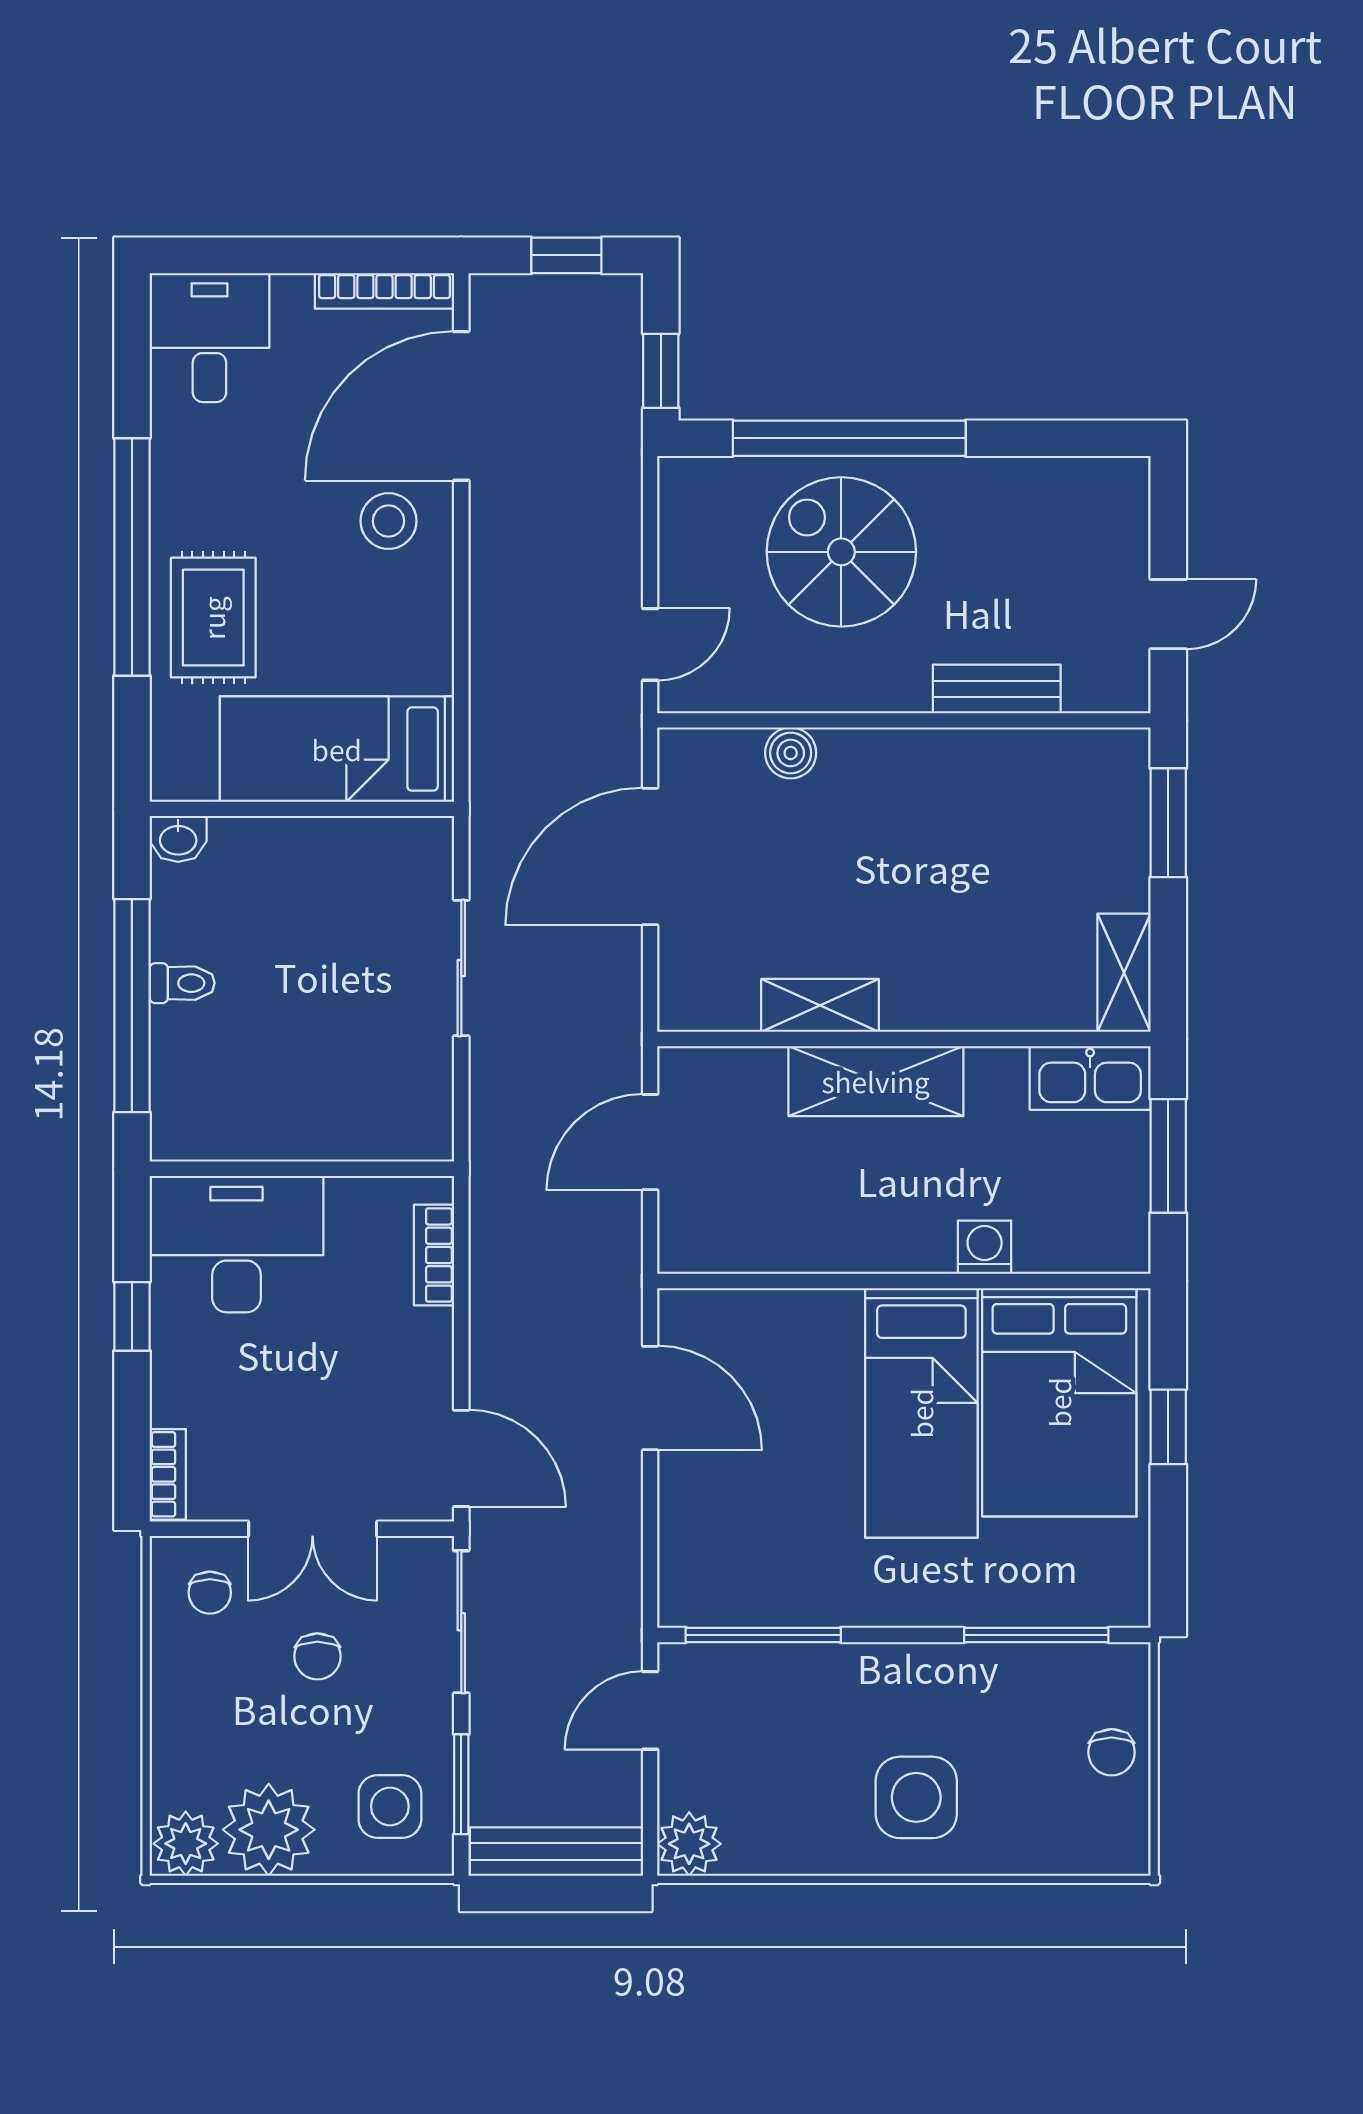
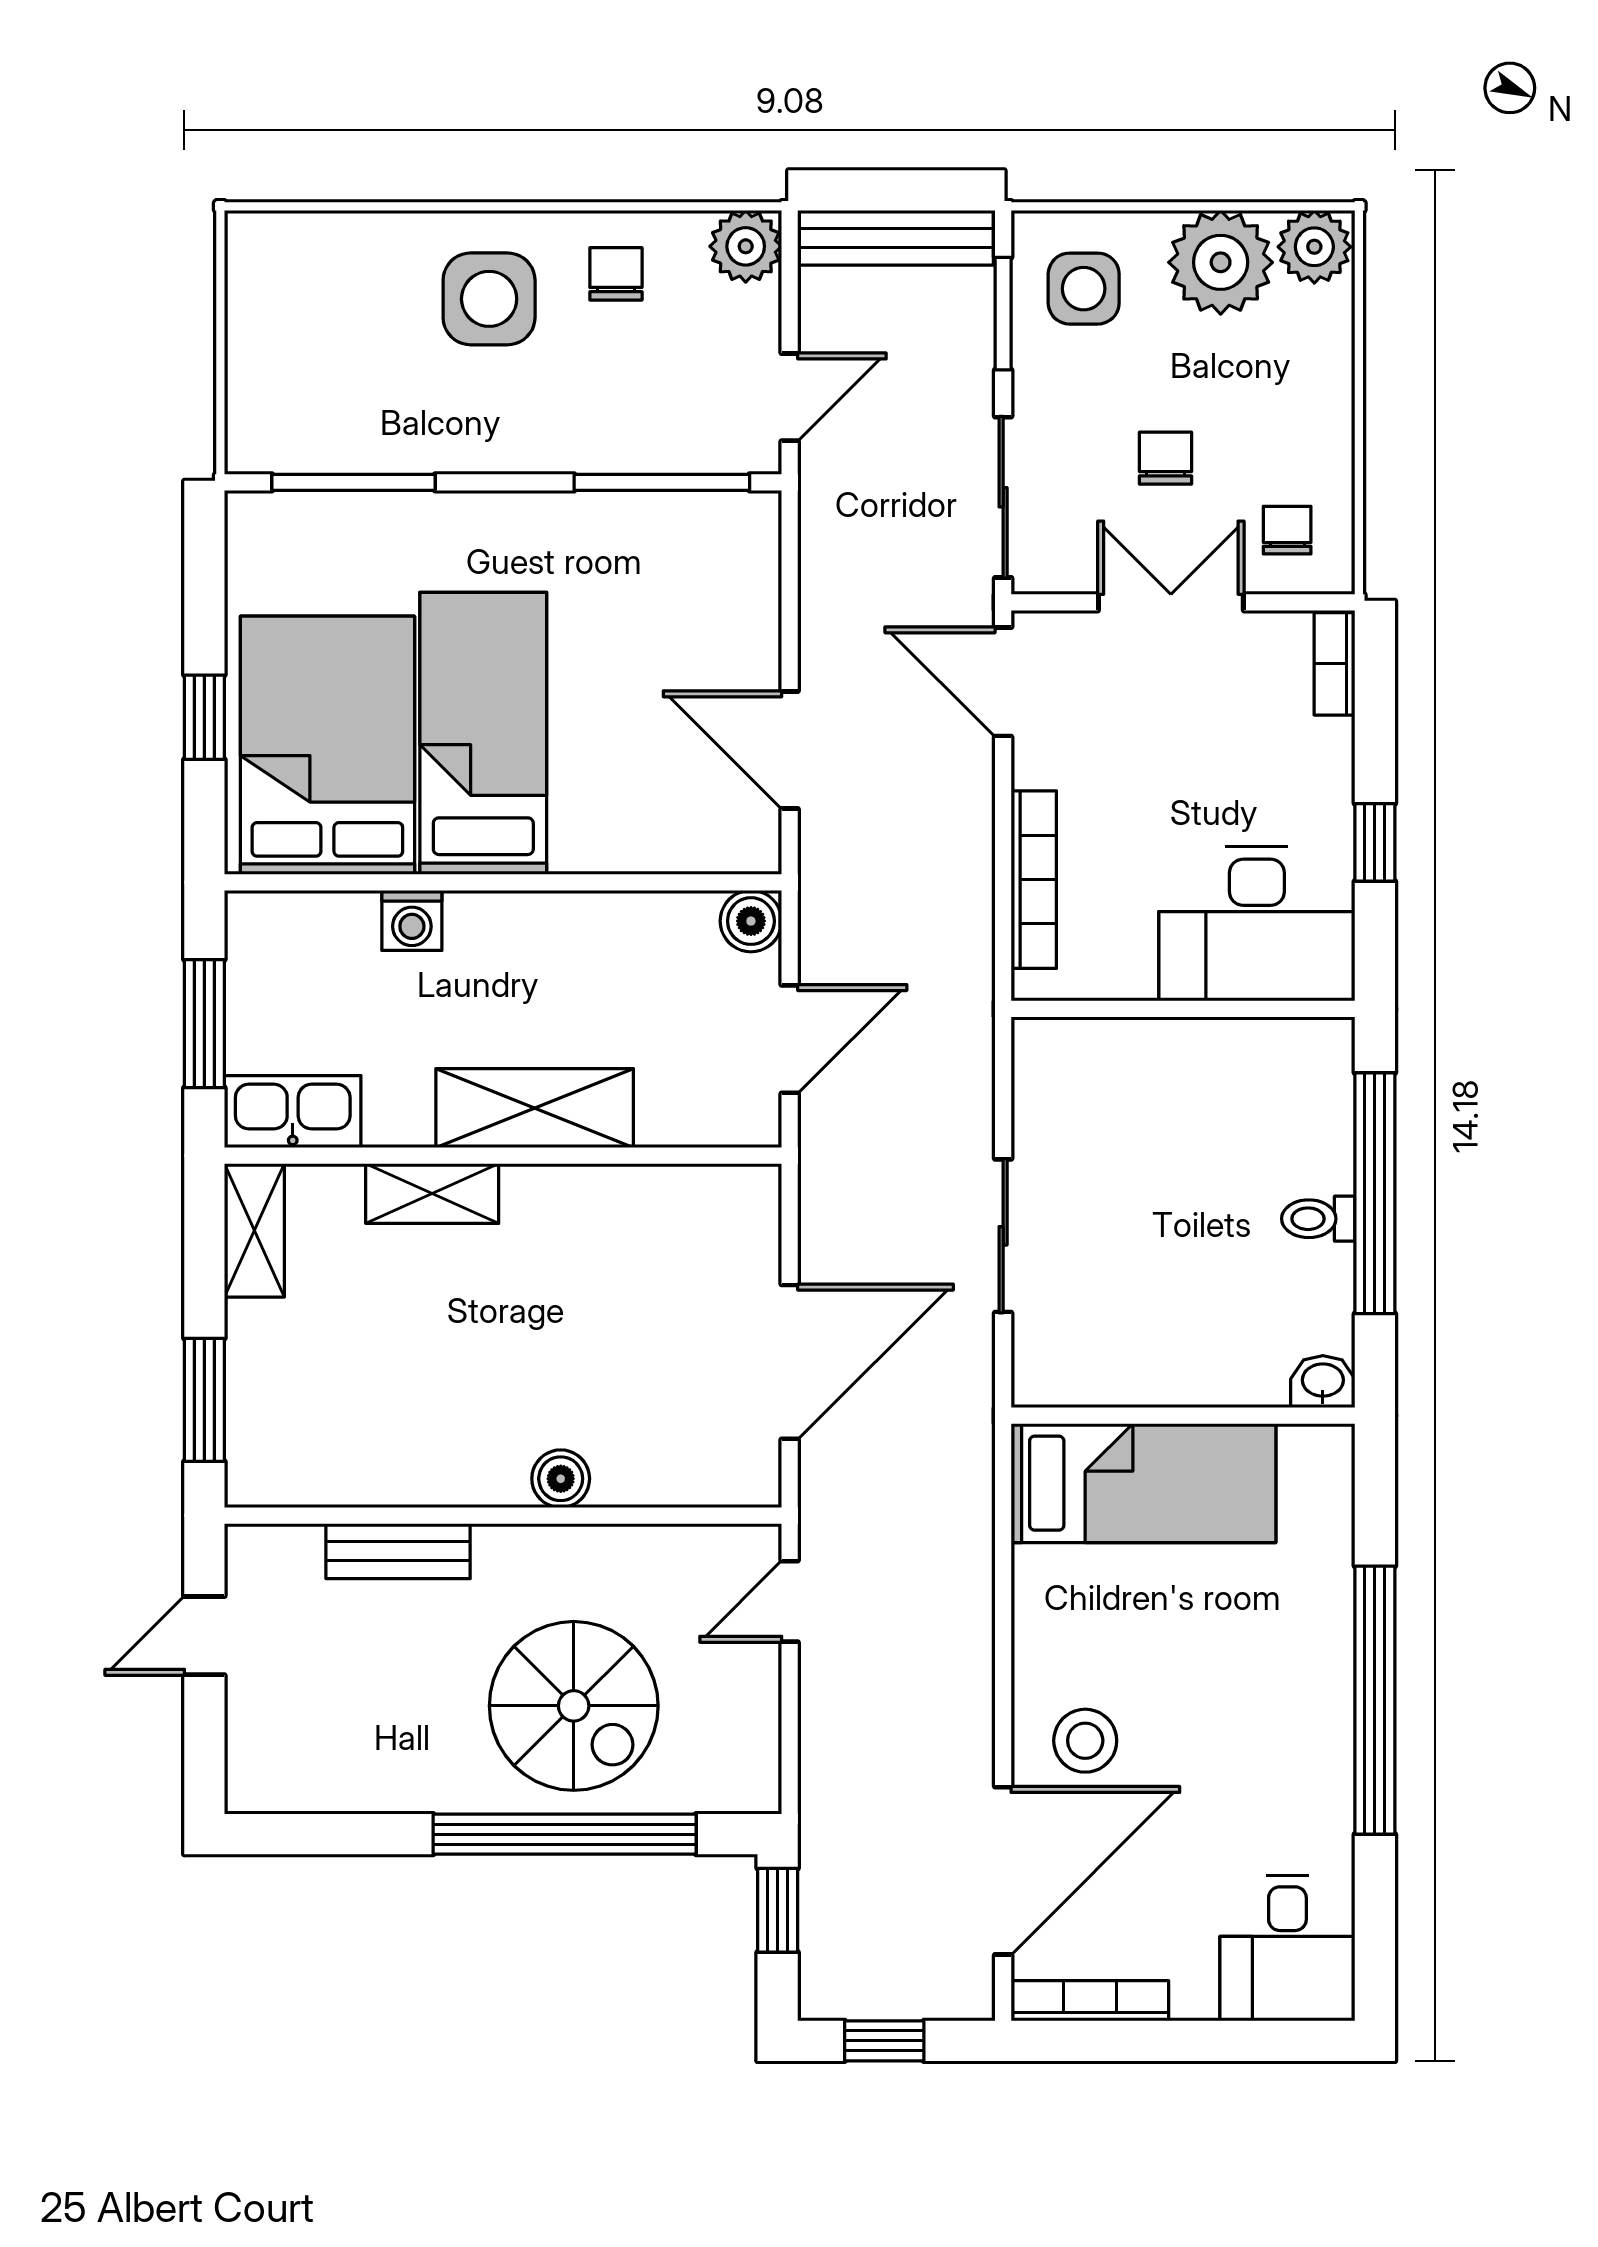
rug: (213, 618) -> (1283, 1632), removed
boiler: (791, 753) -> (561, 1479), moved
shelving: (820, 1005) -> (432, 1194), moved
boiler: (684, 1247) -> (751, 921), added
bookcase: (434, 1255) -> (1034, 880), width x1.56
chair: (1112, 1752) -> (616, 274), moved

